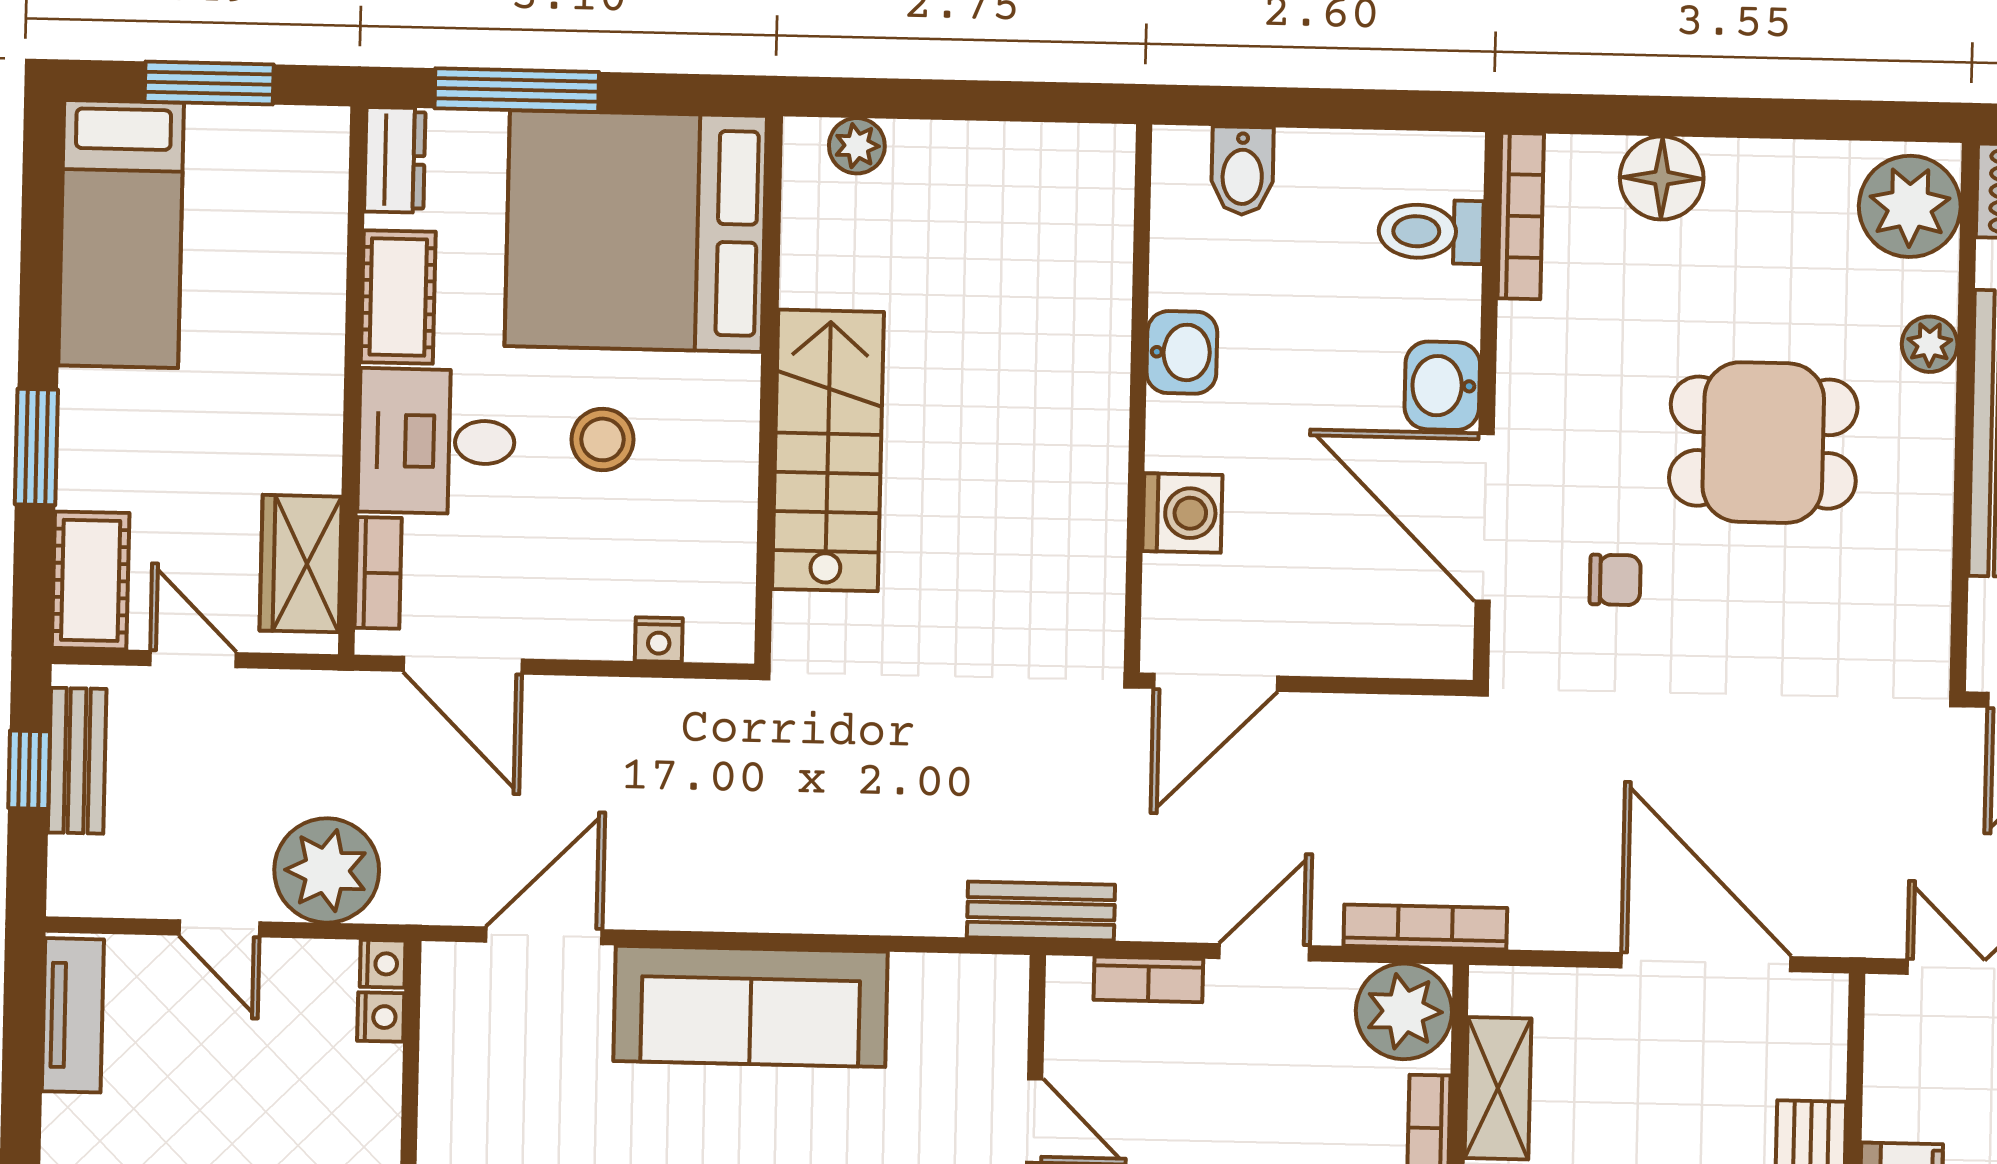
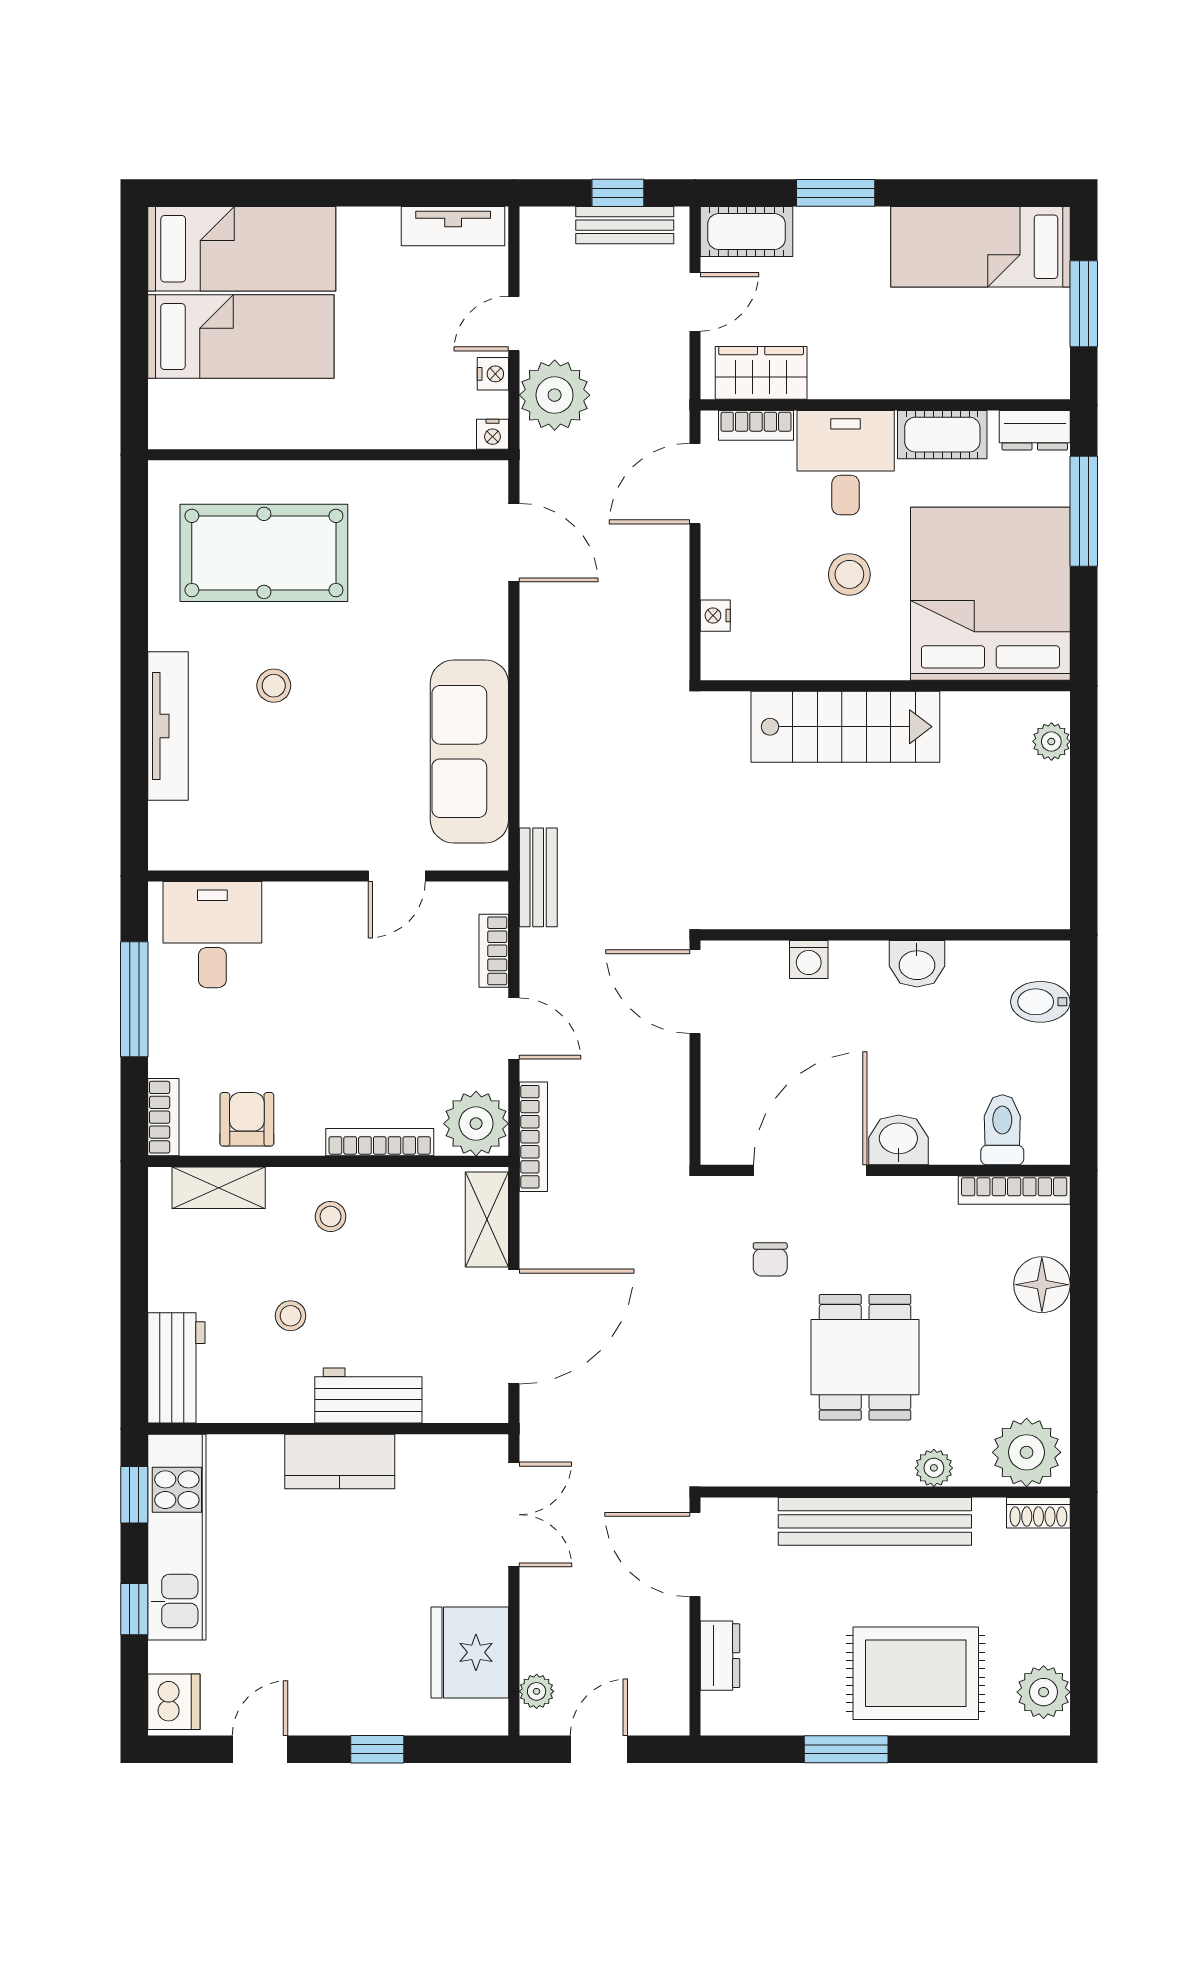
washing machine: (1182, 513) -> (809, 959), width x0.73, depth x0.73
sofa: (751, 1006) -> (469, 752), moved
nightstand: (381, 1017) -> (493, 374), moved, turned -90
shelving: (1498, 1088) -> (487, 1220), moved, turned 90

